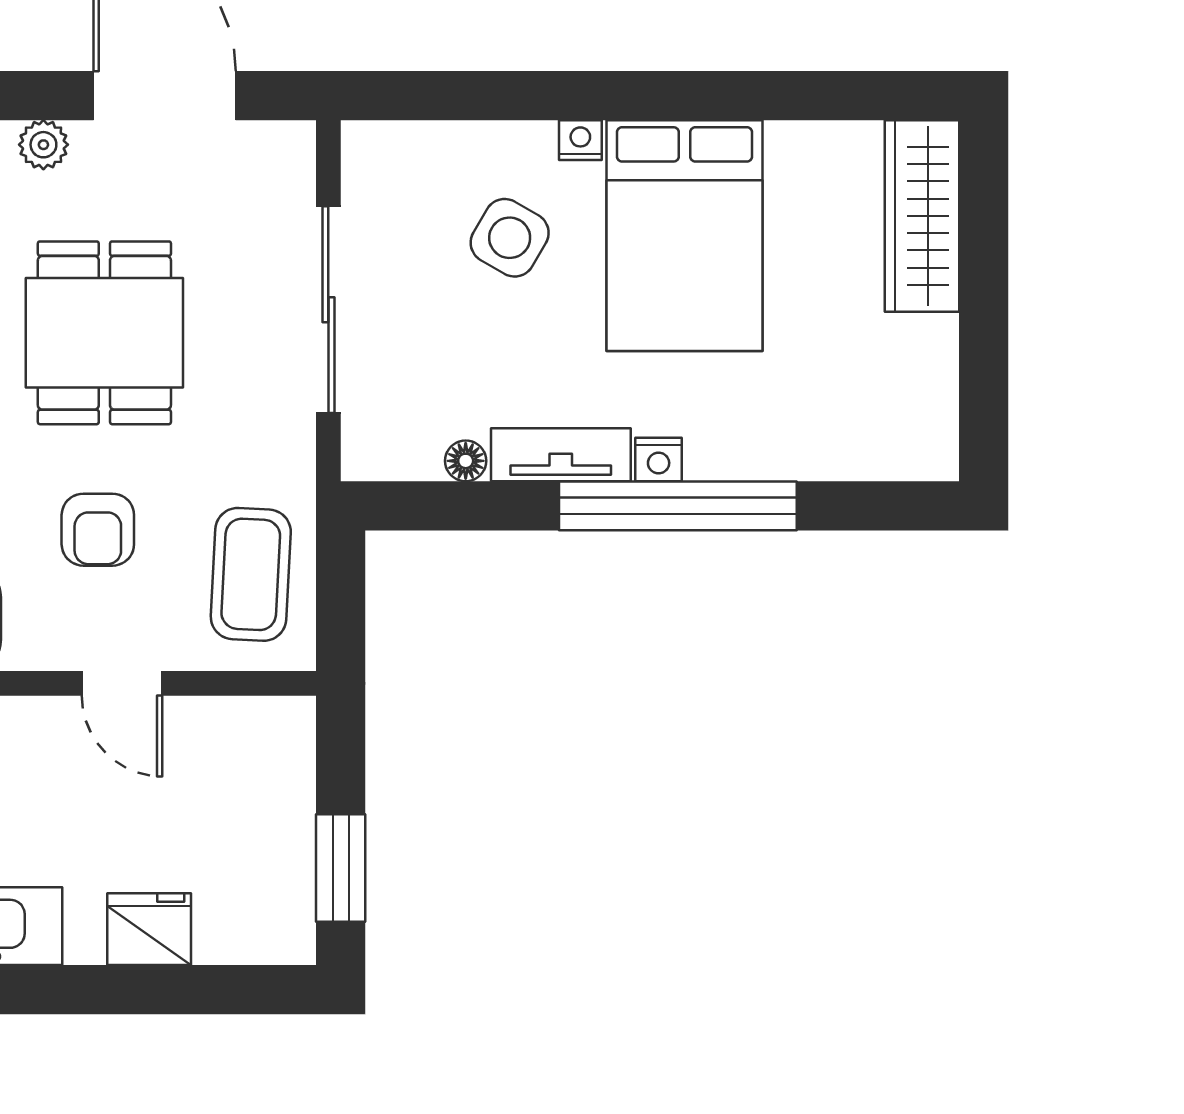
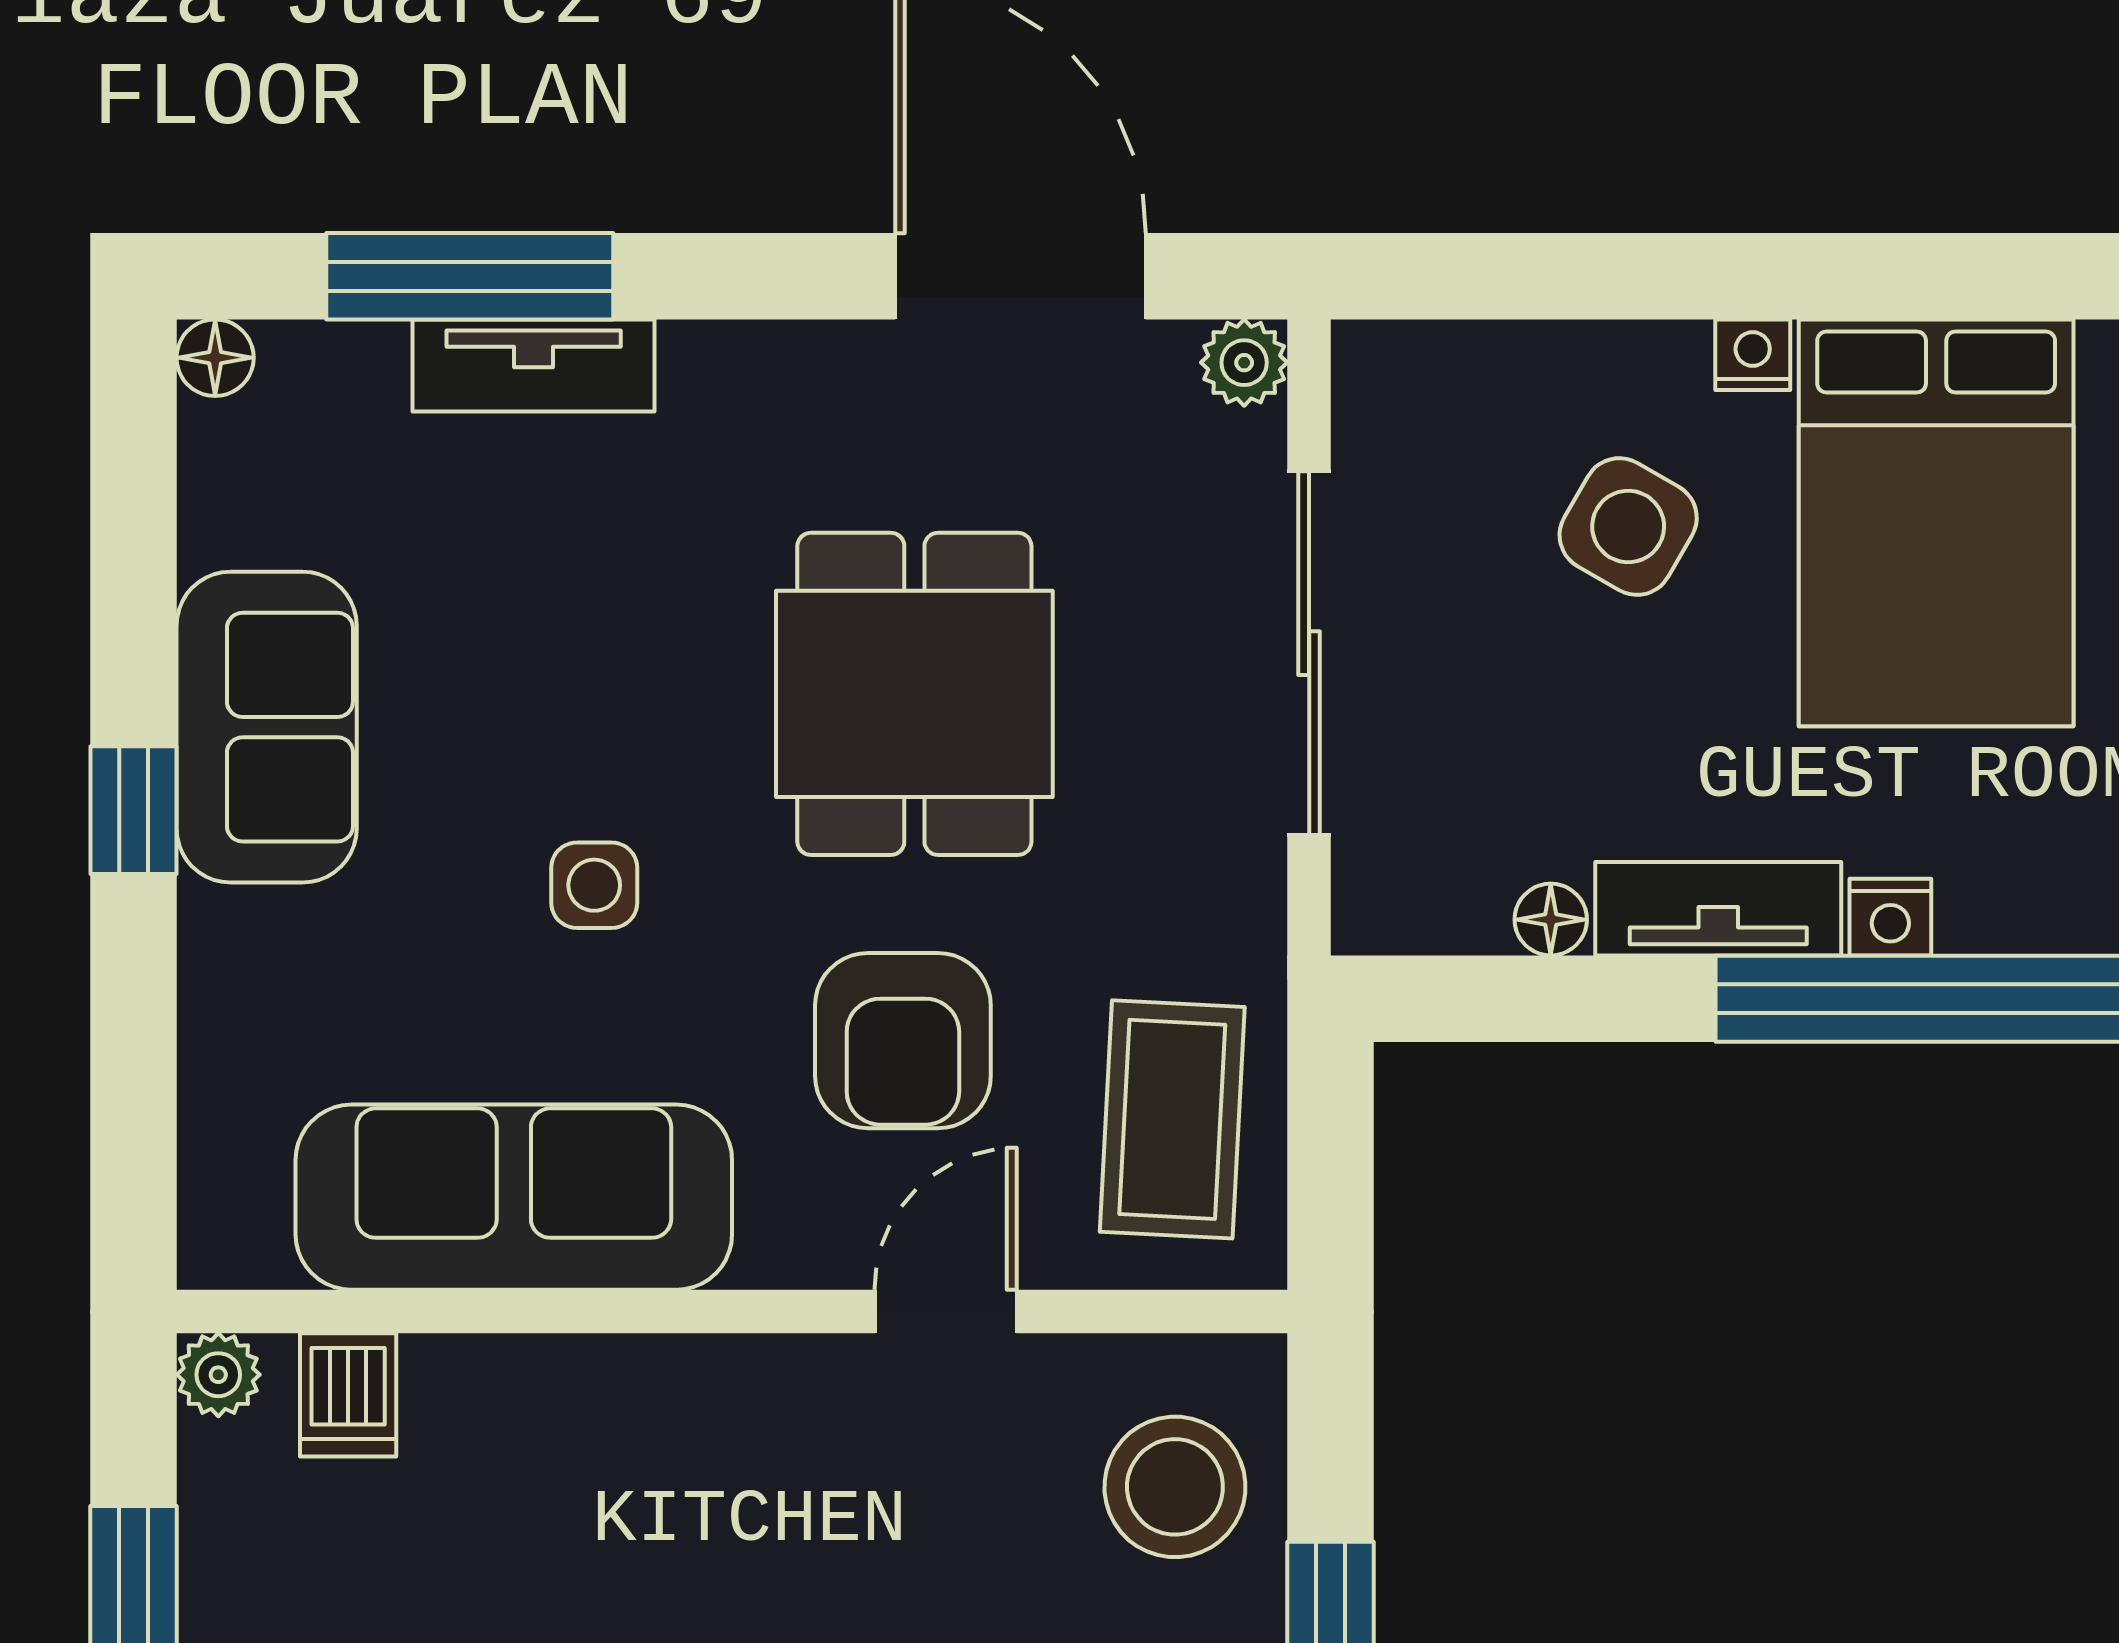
plant: (43, 145) -> (1244, 363), moved
armchair: (98, 530) -> (903, 1041), width x1.38, depth x1.38
door: (122, 683) -> (946, 1311), swing flipped
stool: (252, 783) -> (1175, 1487), added

